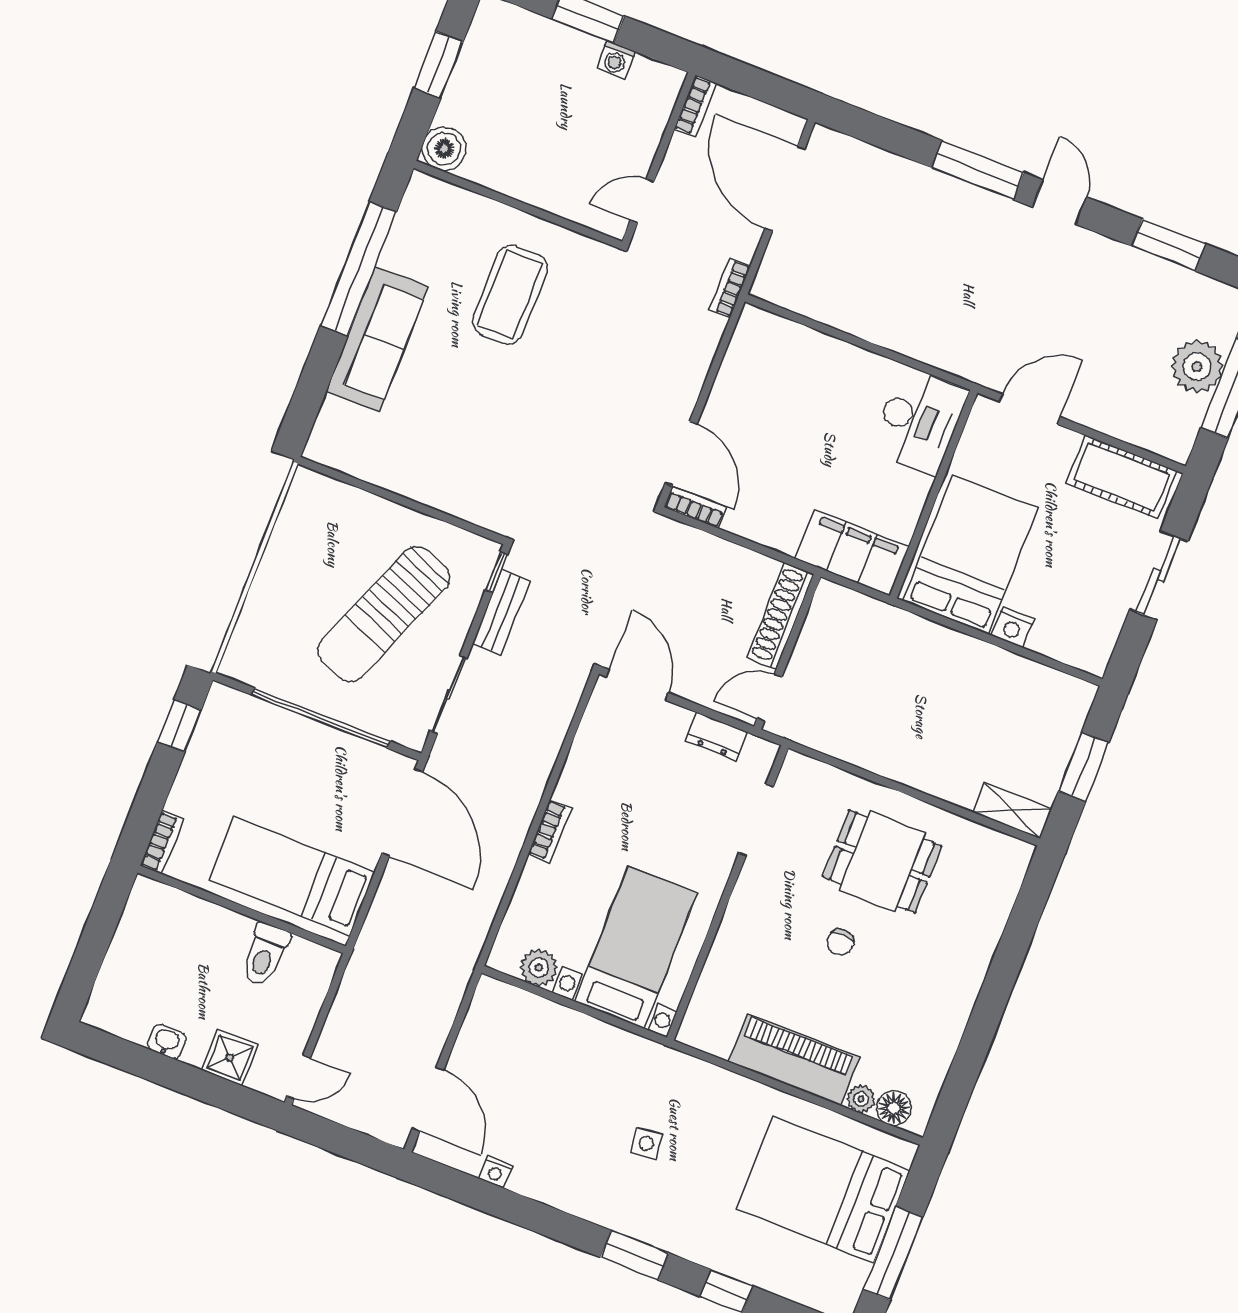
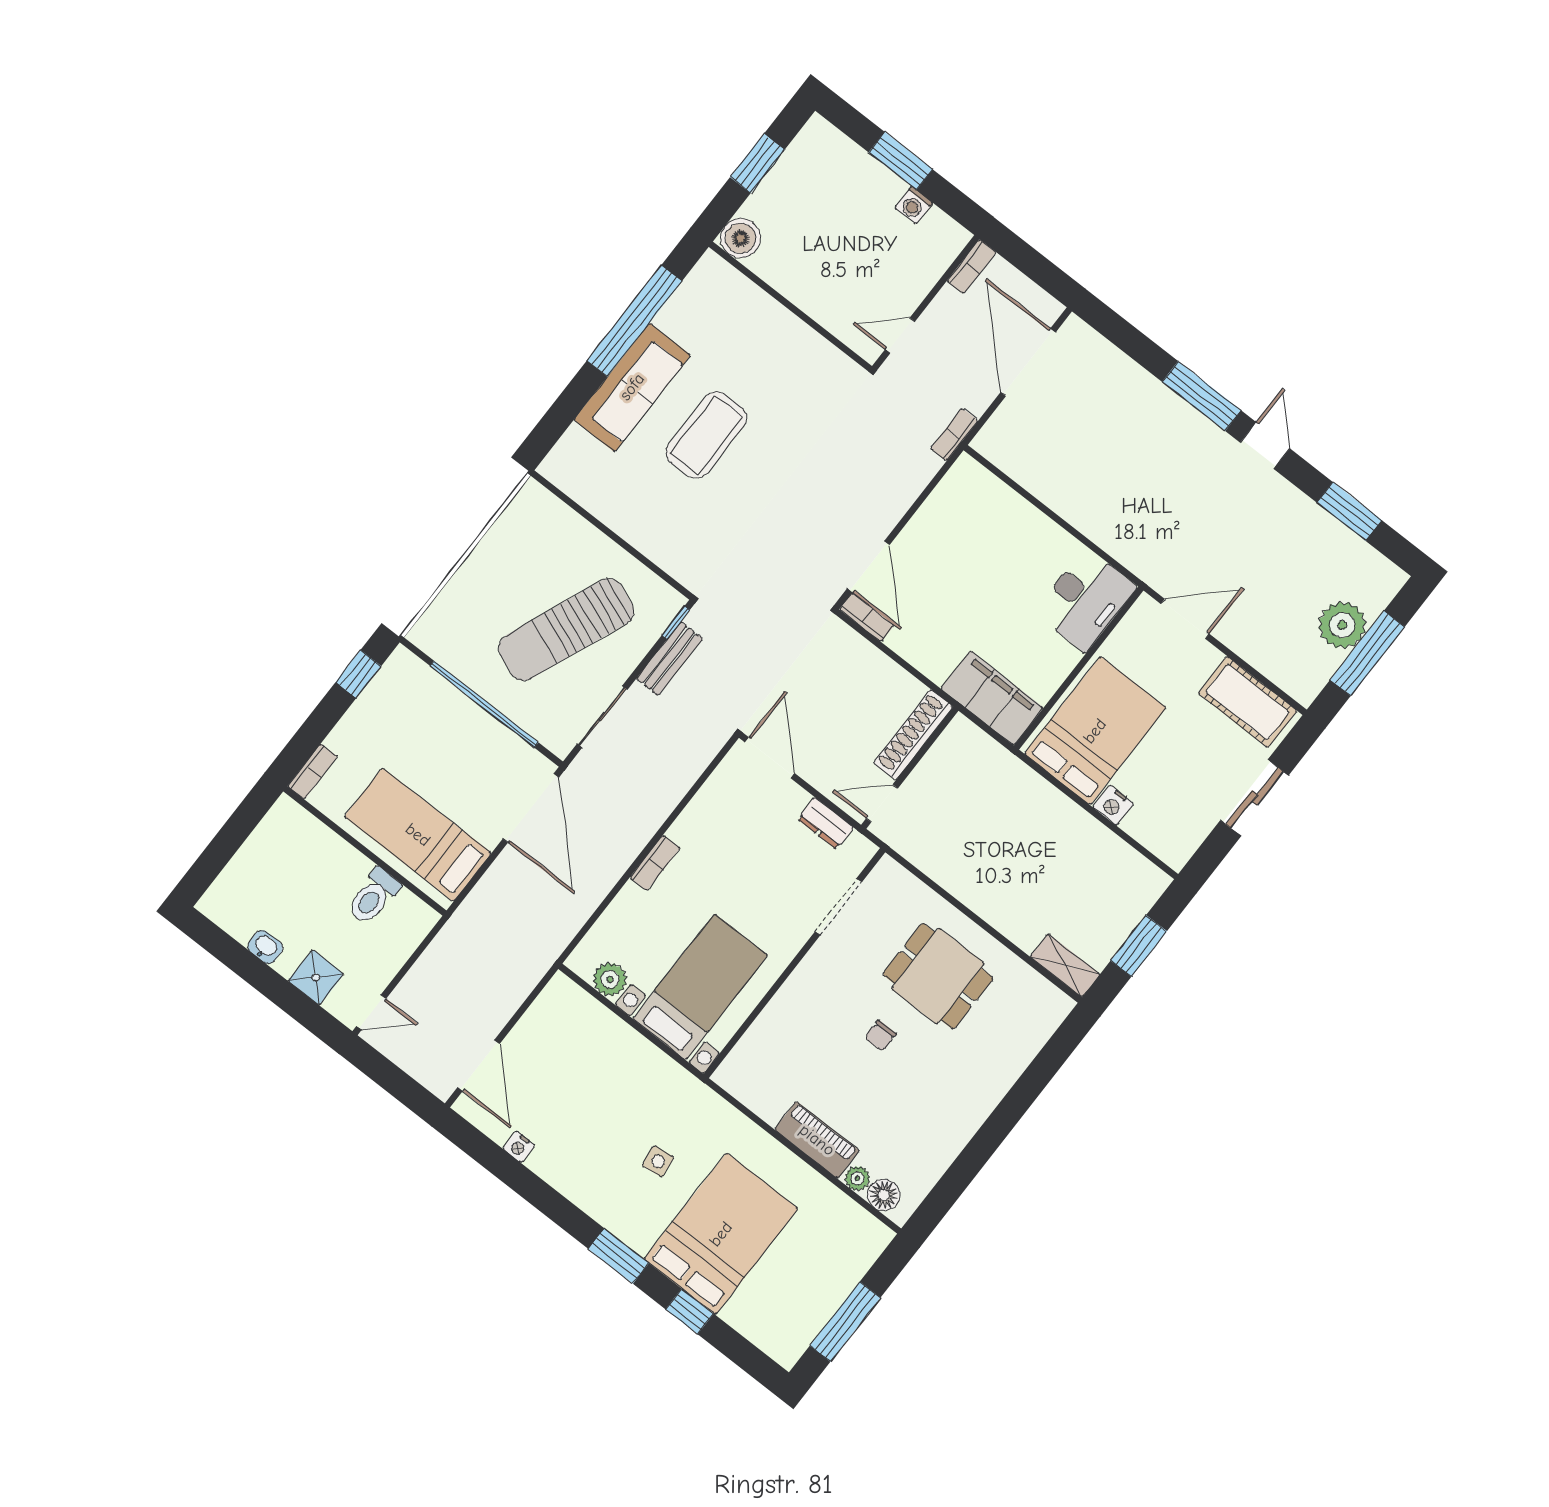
coffee table: (510, 295) -> (706, 435), moved
piano: (794, 1059) -> (817, 1140), width x0.73, depth x0.75
bed: (823, 1190) -> (721, 1234), moved, turned 90

